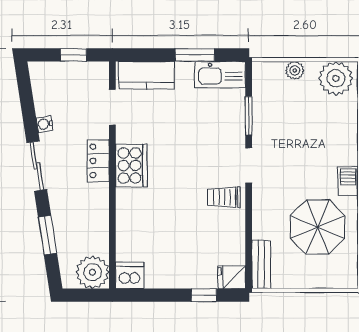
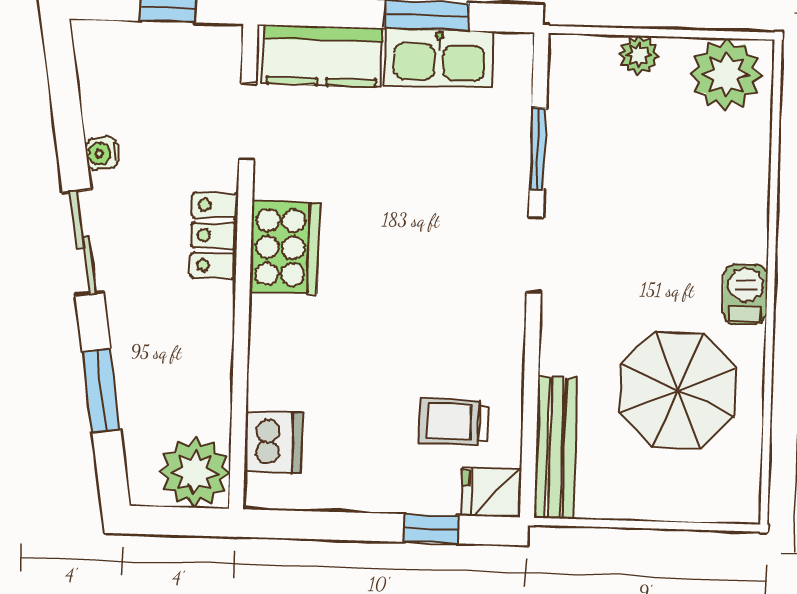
kitchen sink: (220, 75) -> (439, 58), moved
trolley: (224, 197) -> (454, 422), moved
bench: (261, 264) -> (556, 448), width x1.36
dishwasher: (130, 275) -> (273, 442), moved, turned 90

